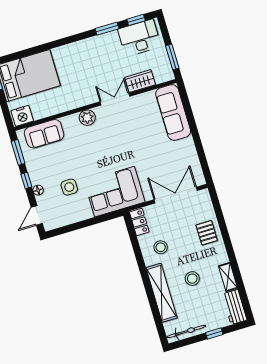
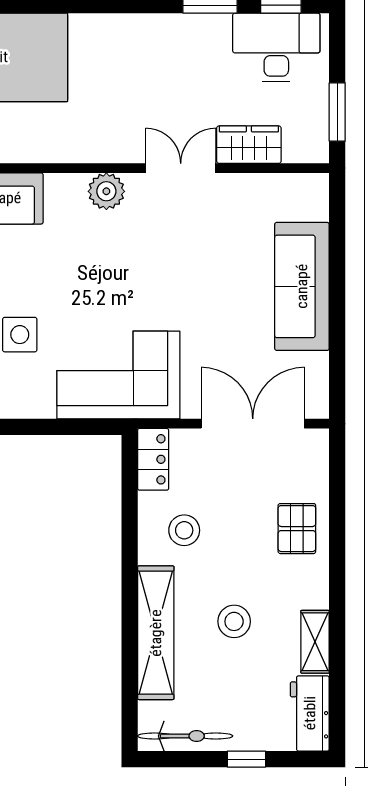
sofa: (173, 112) -> (302, 286), moved

